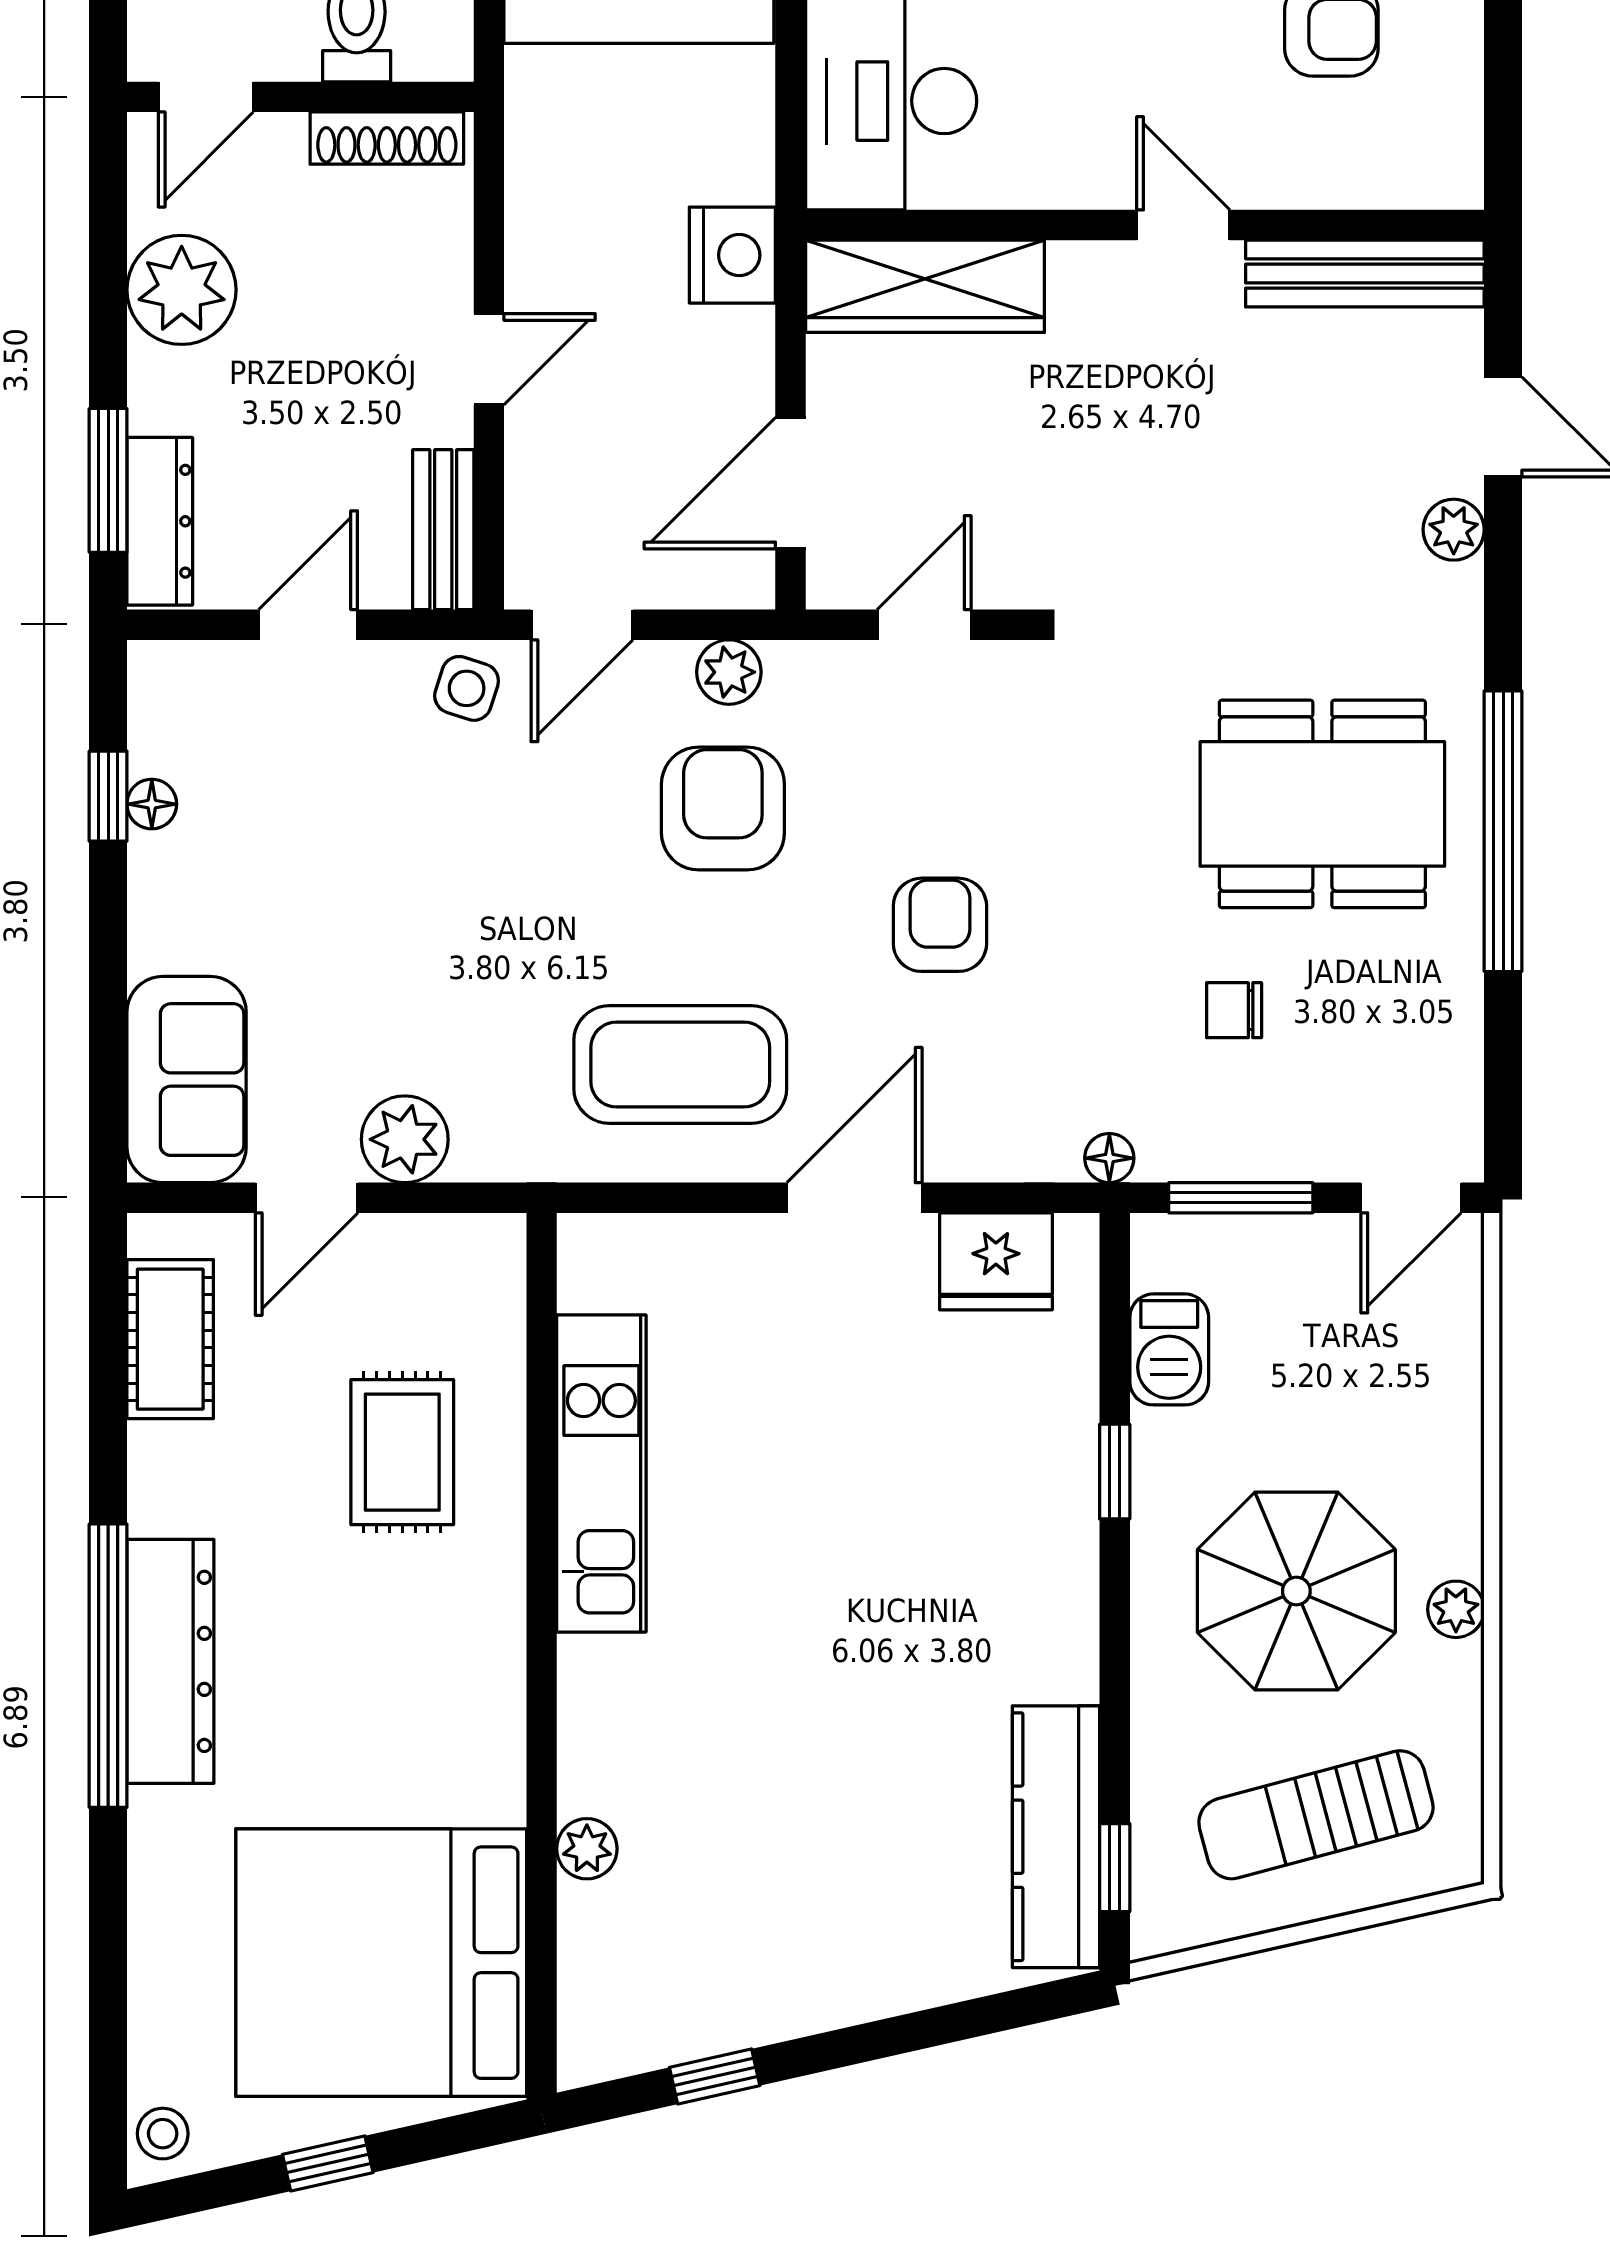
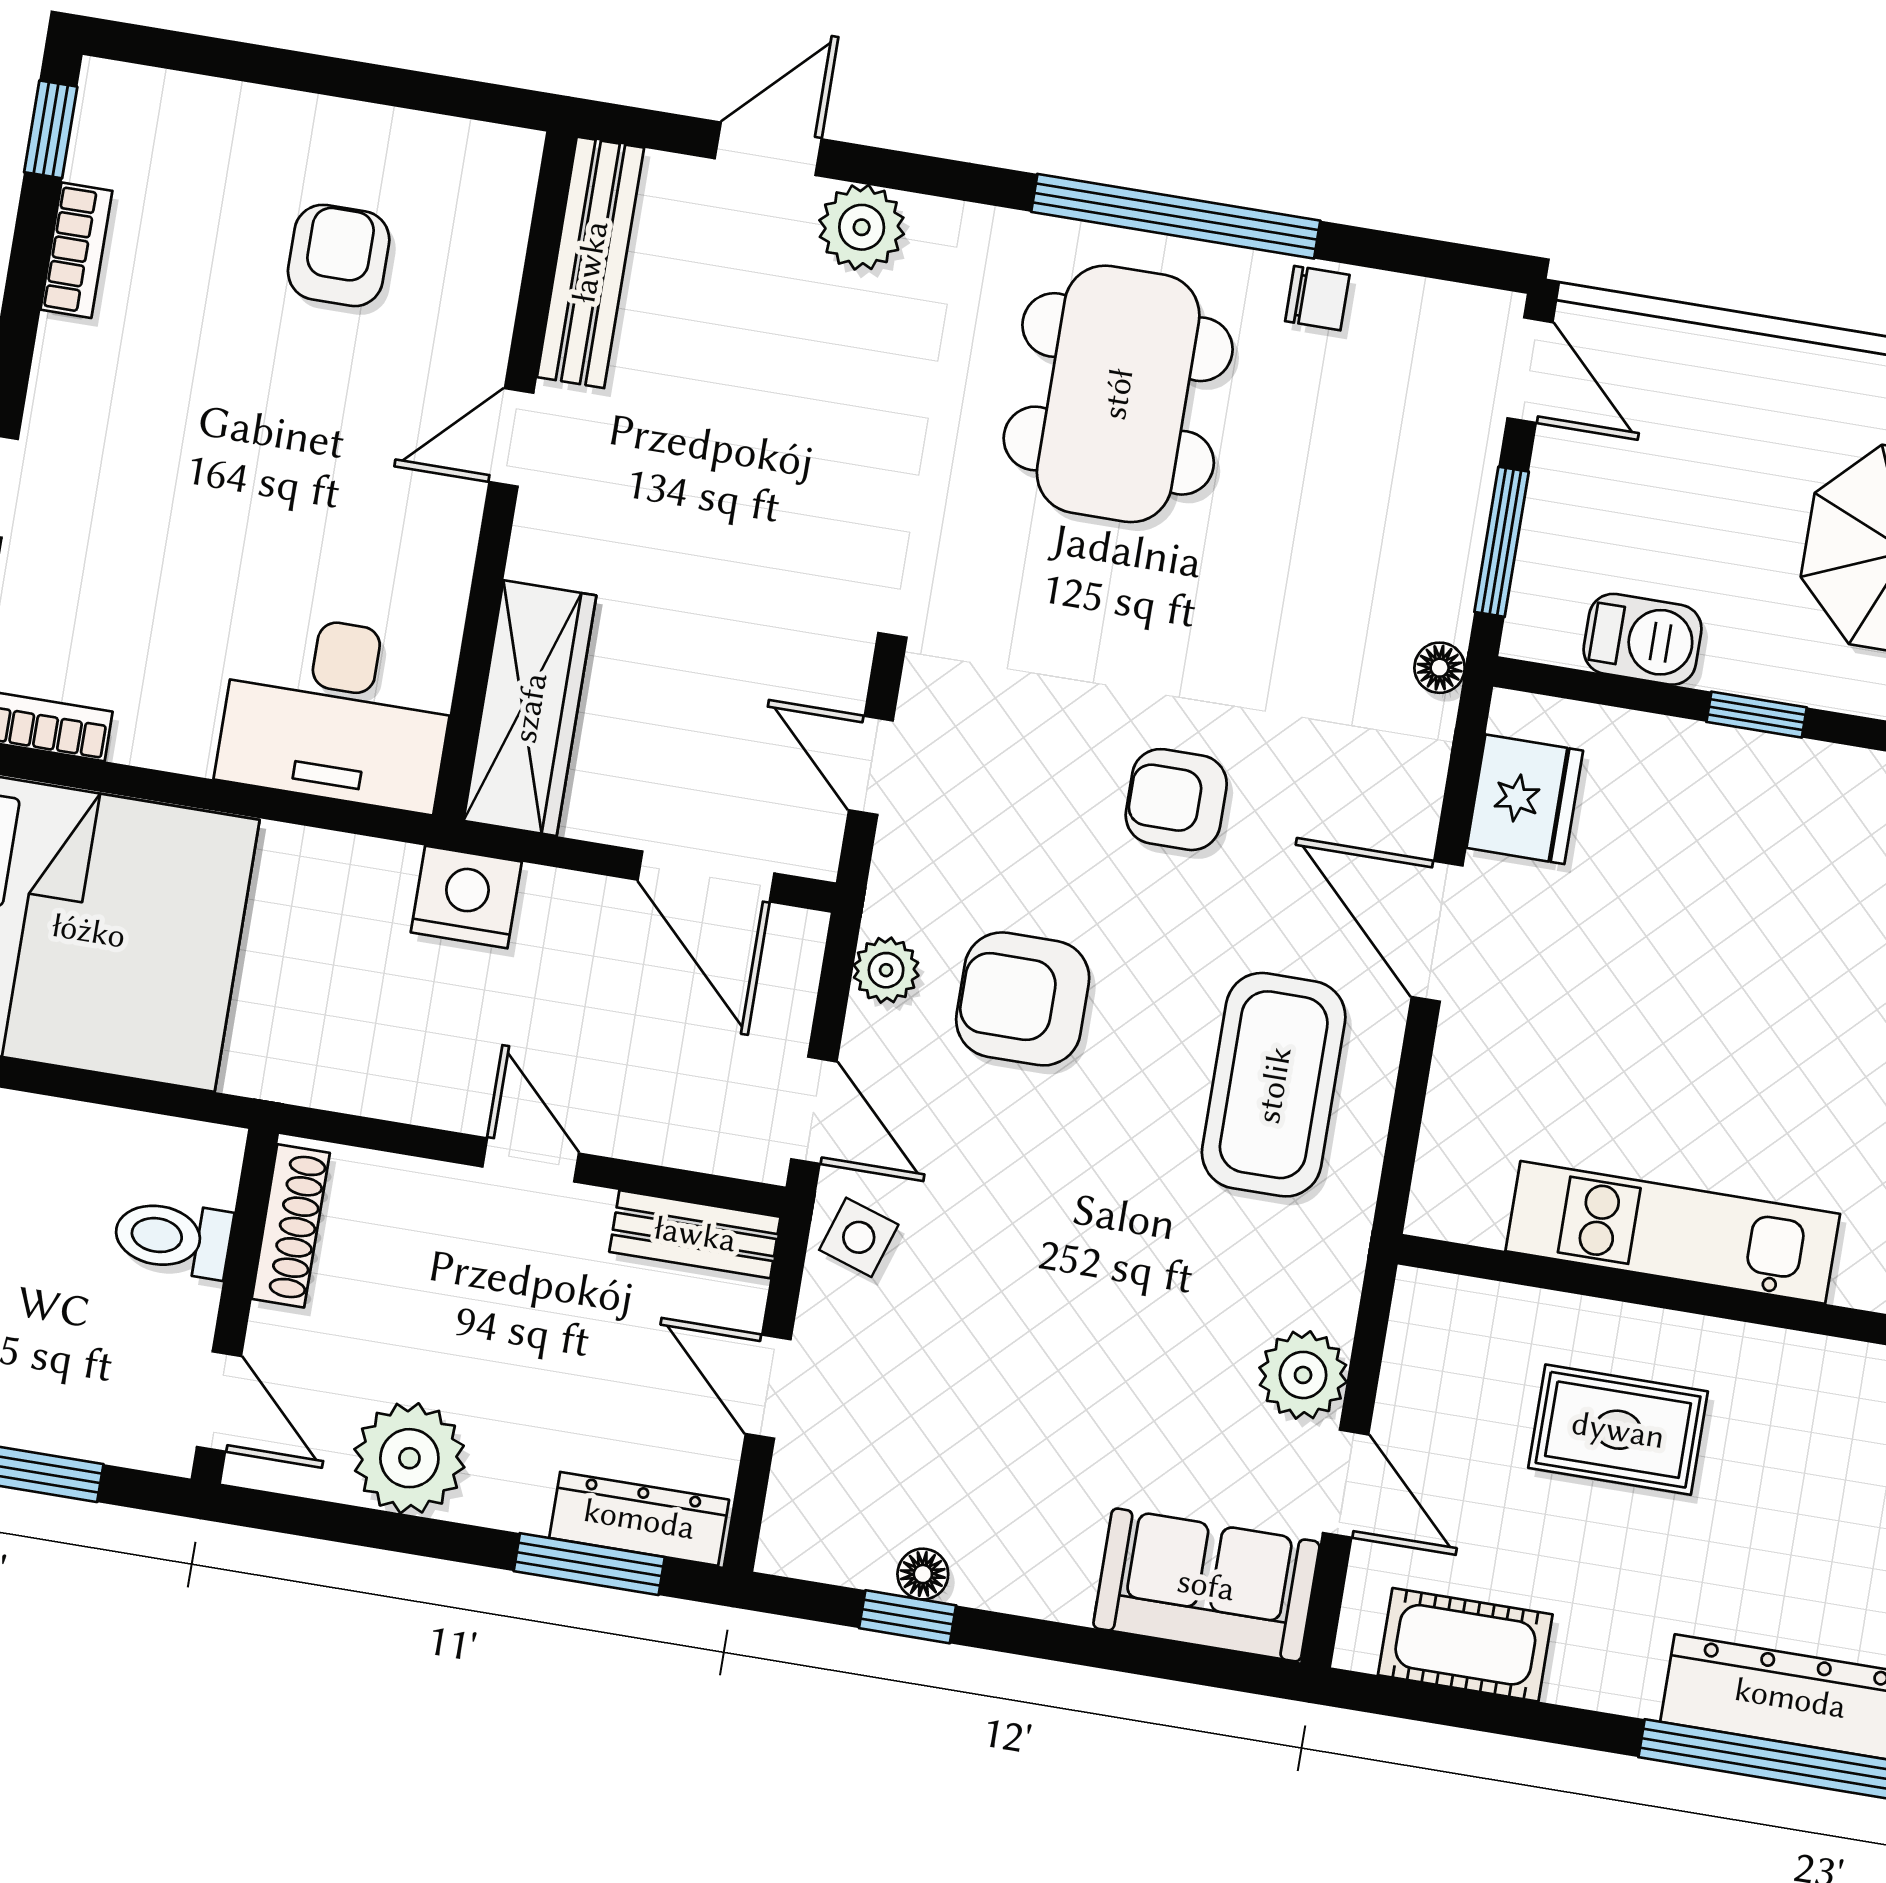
plant: (1454, 530) -> (862, 227), width x1.38, depth x1.38
chair: (1234, 1010) -> (1317, 298), moved, turned -90

